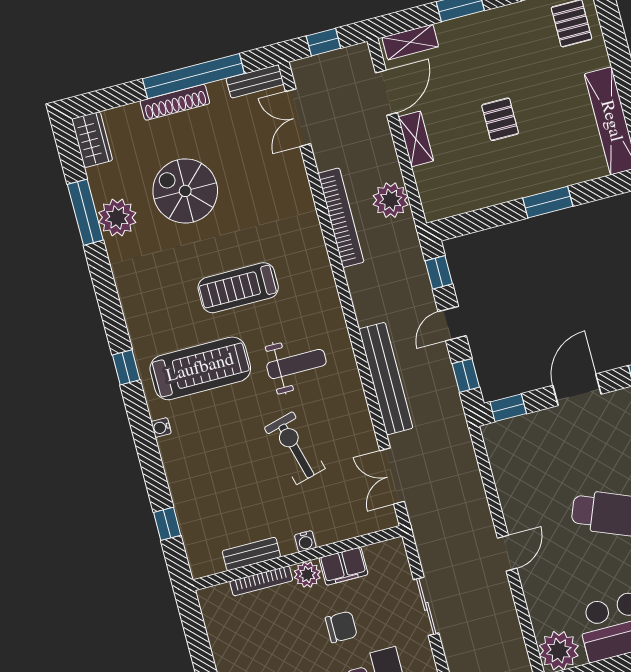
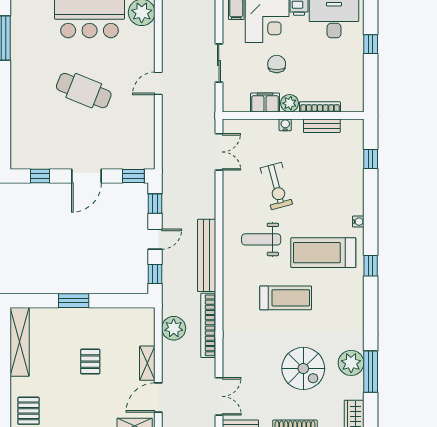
bench: (386, 379) -> (207, 255), moved
chair: (341, 627) -> (277, 64), turned 90

